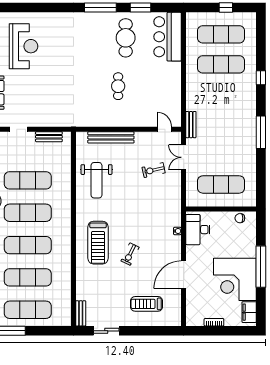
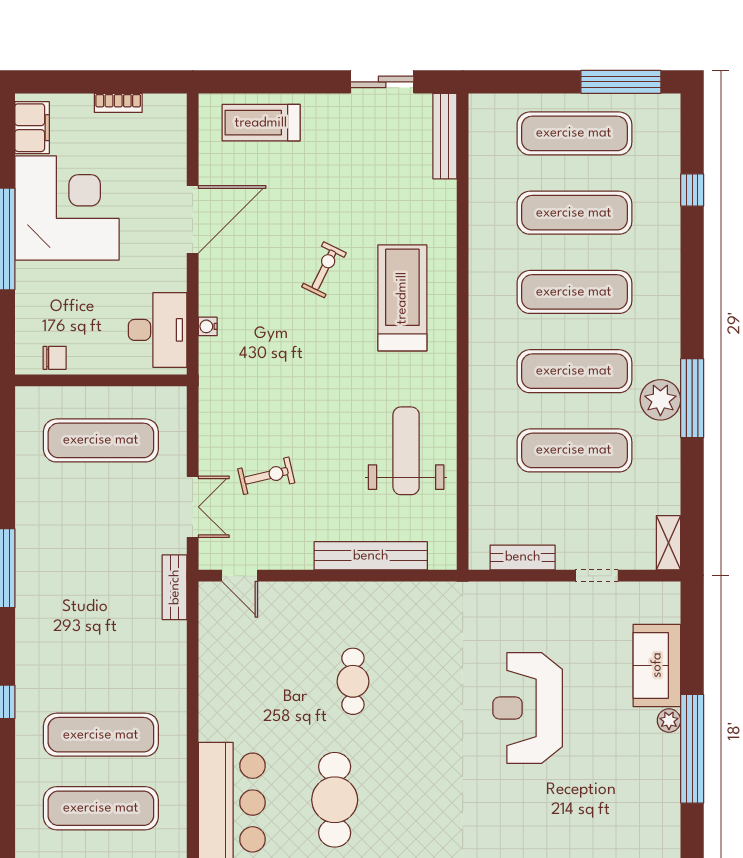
reception desk: (24, 46) -> (528, 708), moved
treadmill: (147, 304) -> (261, 123), moved, turned 180
bench: (81, 313) -> (445, 136), width x1.36

